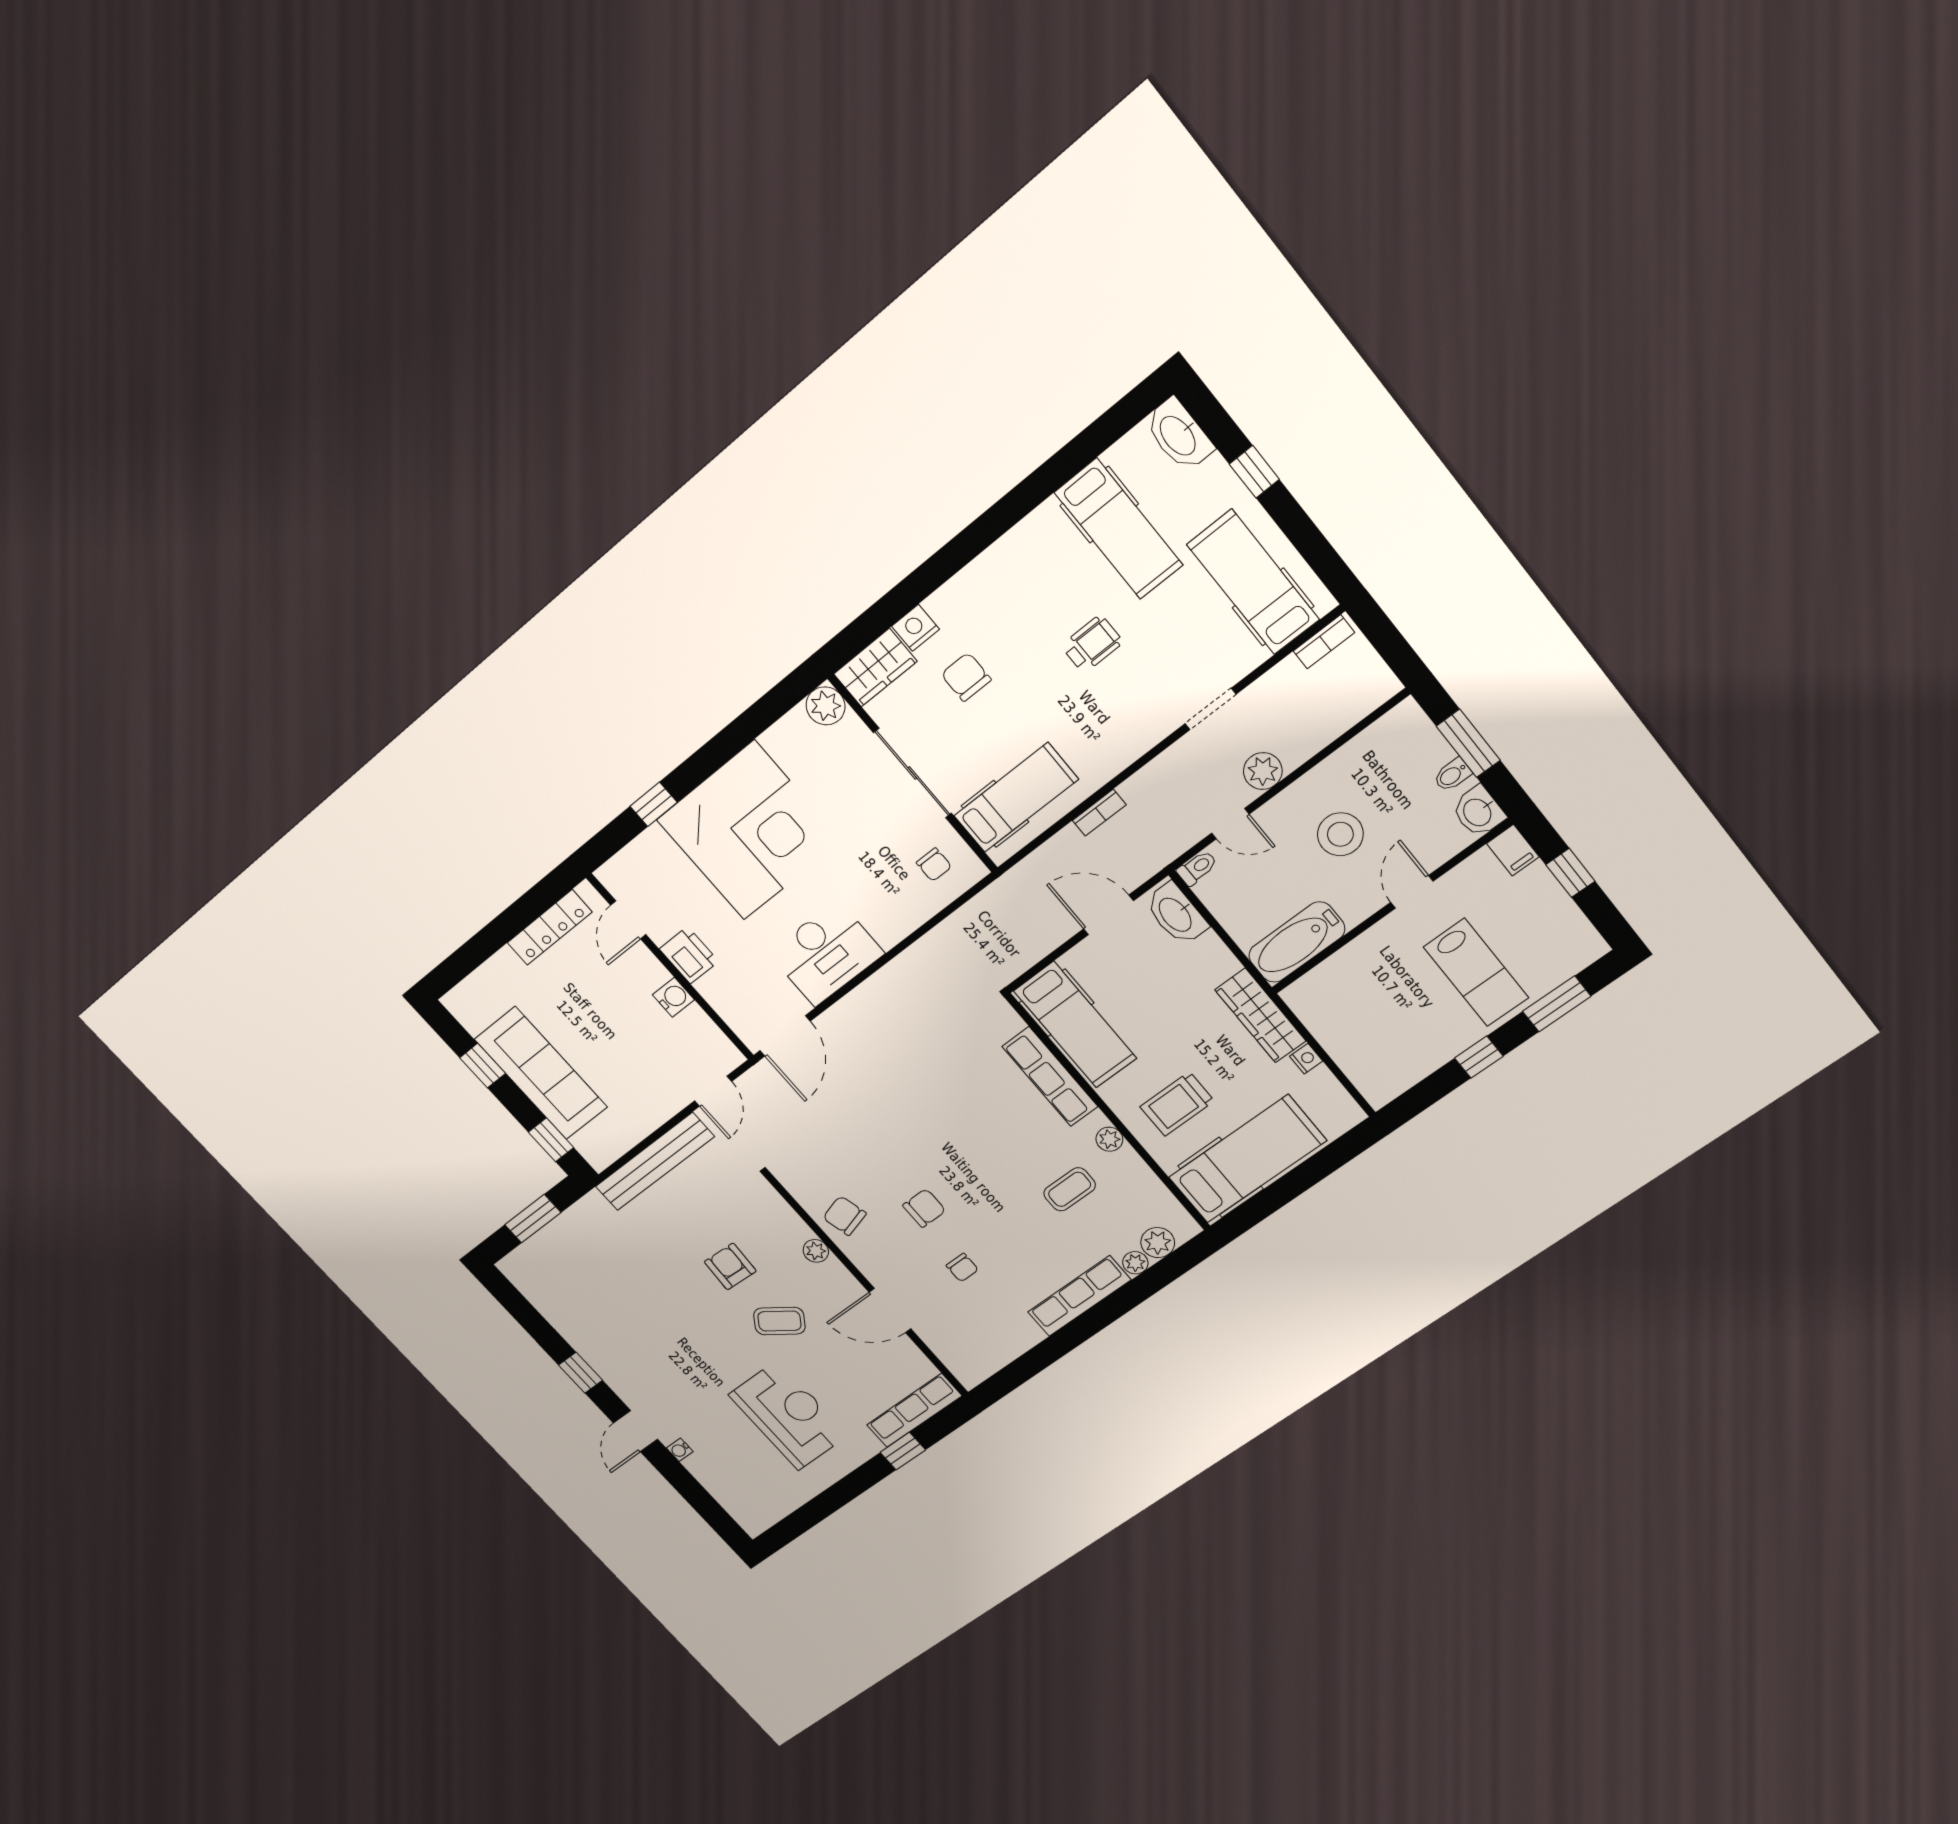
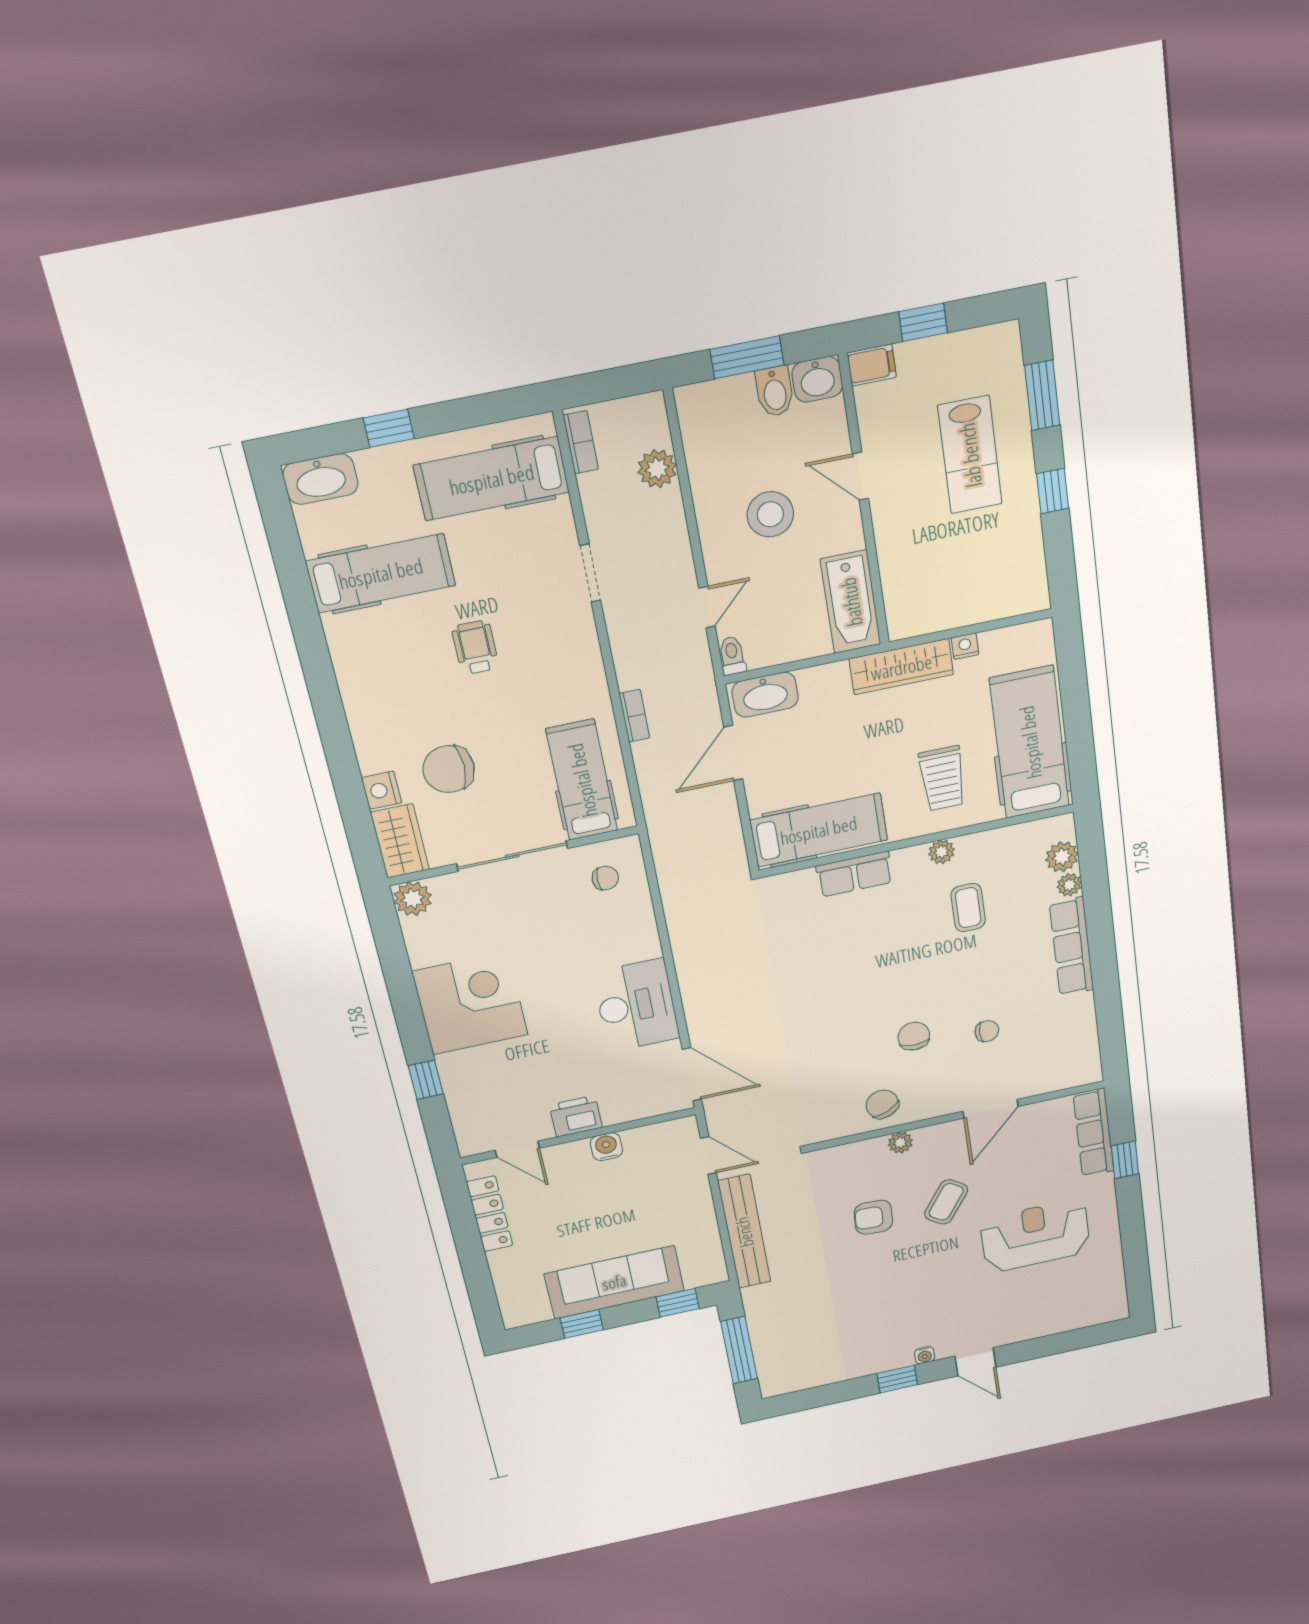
chair: (966, 677) -> (449, 769), width x1.37, depth x1.37
plant: (1263, 771) -> (657, 469), moved
bidet: (1452, 775) -> (775, 392), width x1.38, depth x1.36
corner desk: (749, 831) -> (470, 1003), width x0.74, depth x0.74
lab bench: (1476, 972) -> (970, 455), turned 90
row of seats: (1050, 1077) -> (854, 874), width x0.68
chair: (845, 1216) -> (882, 1104), turned 81
window: (533, 1219) -> (739, 1350), width x1.44
water cooler: (680, 1450) -> (925, 1355), moved

